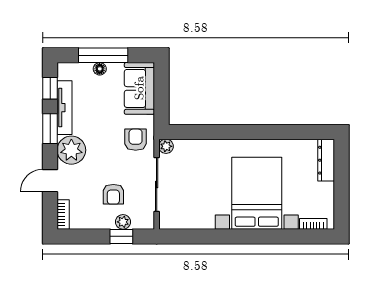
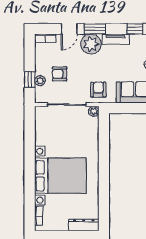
tv unit: (64, 108) -> (116, 39), width x0.71
window: (50, 129) -> (95, 29), moved
armchair: (136, 140) -> (98, 90), turned -90
door: (50, 181) -> (69, 29), swing flipped

